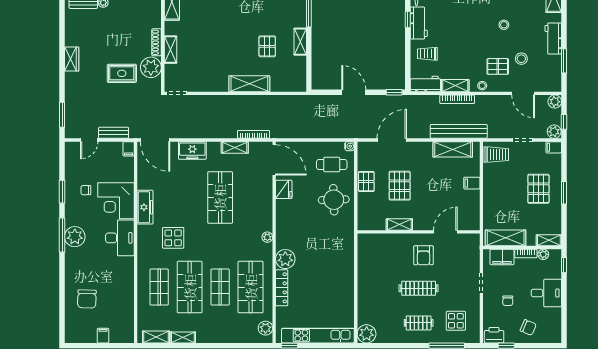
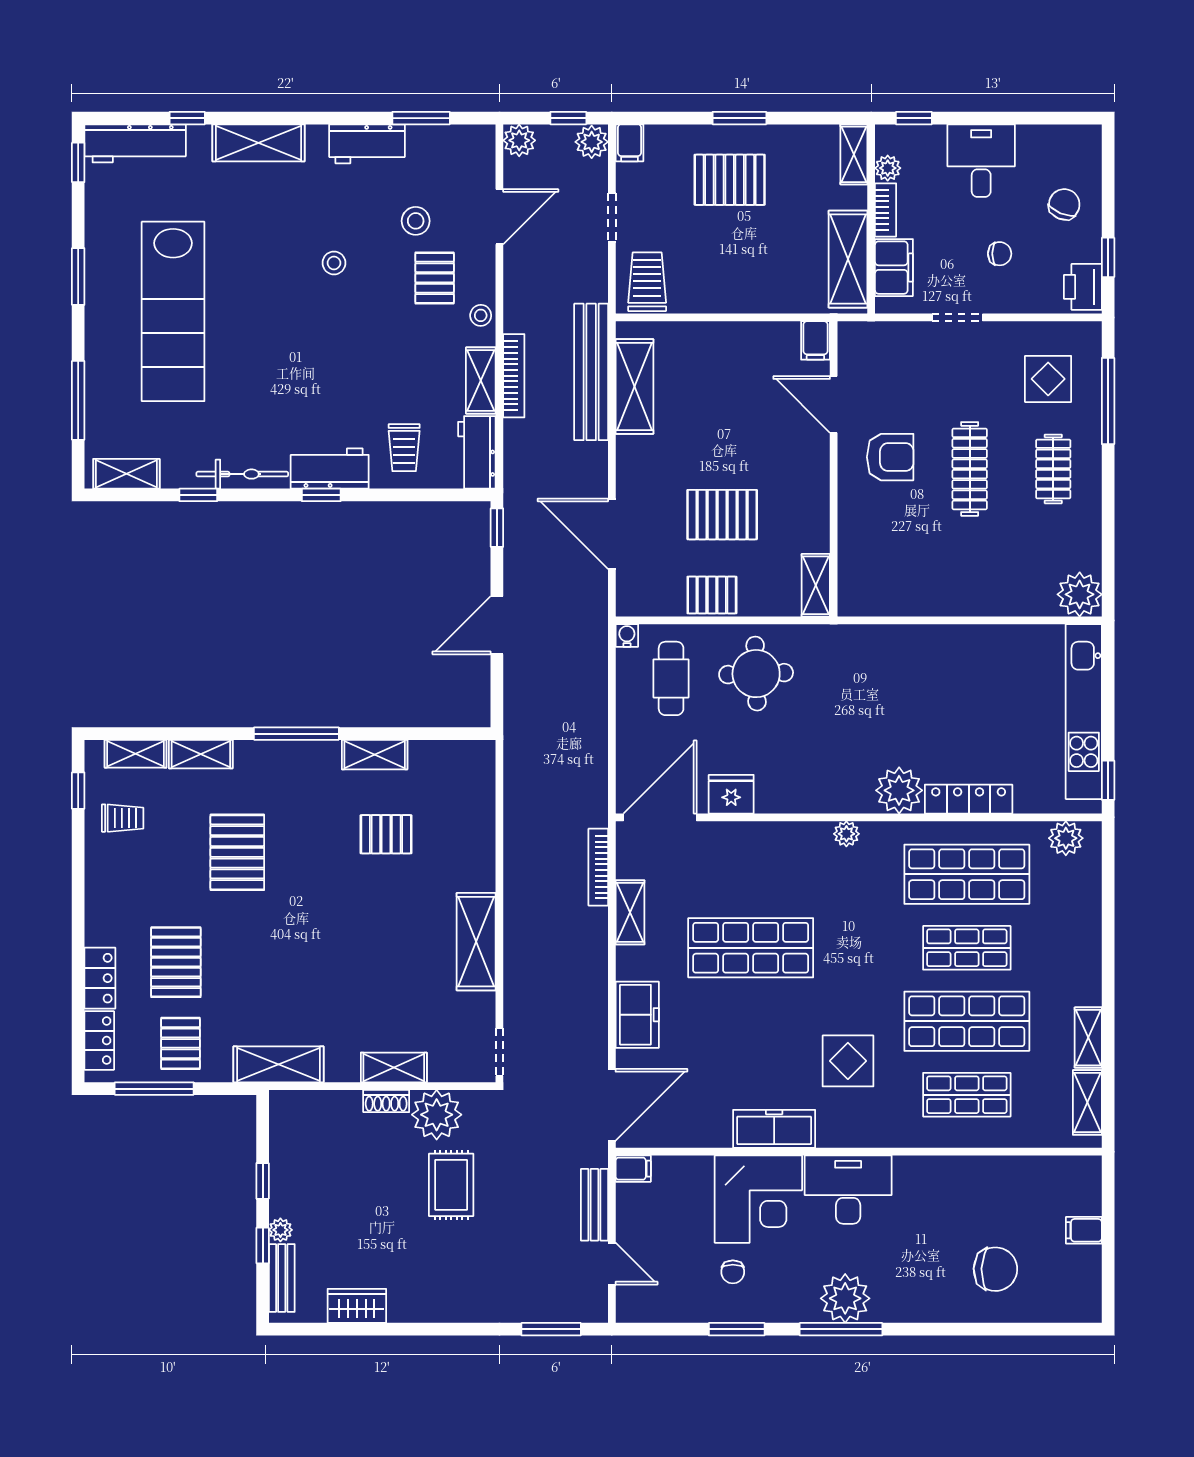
shoe rack: (157, 42) -> (386, 1101), width x0.70
wardrobe: (72, 59) -> (357, 1306), moved
shelving: (249, 84) -> (476, 942), moved
filing cabinet: (472, 183) -> (815, 340), moved
shelving: (399, 225) -> (816, 585), moved

